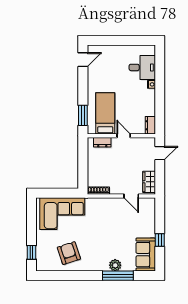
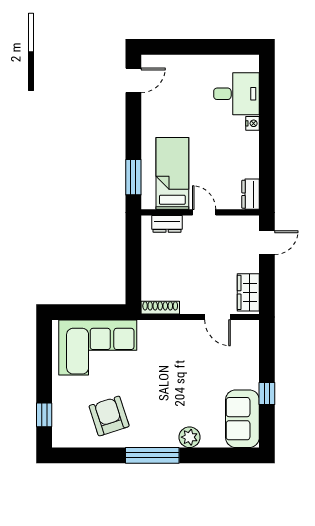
window: (118, 276) -> (152, 455), moved

